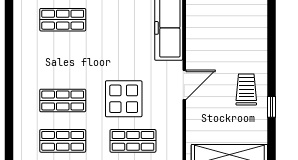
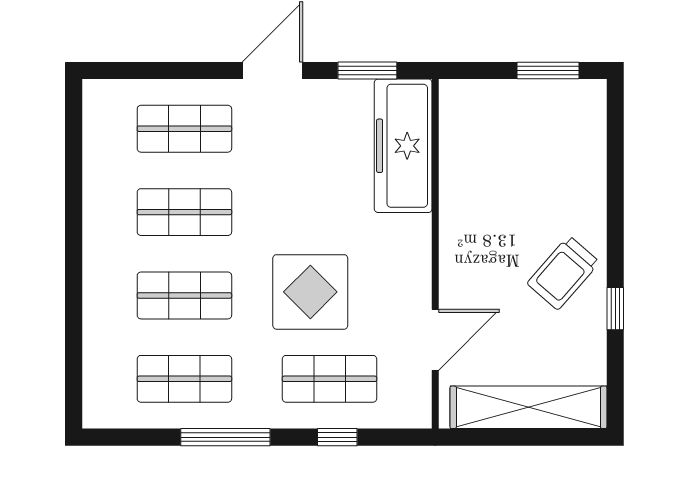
shop shelf: (63, 60) -> (184, 212), added
door: (184, 85) -> (435, 340), moved
trolley: (246, 89) -> (563, 273), turned -139

